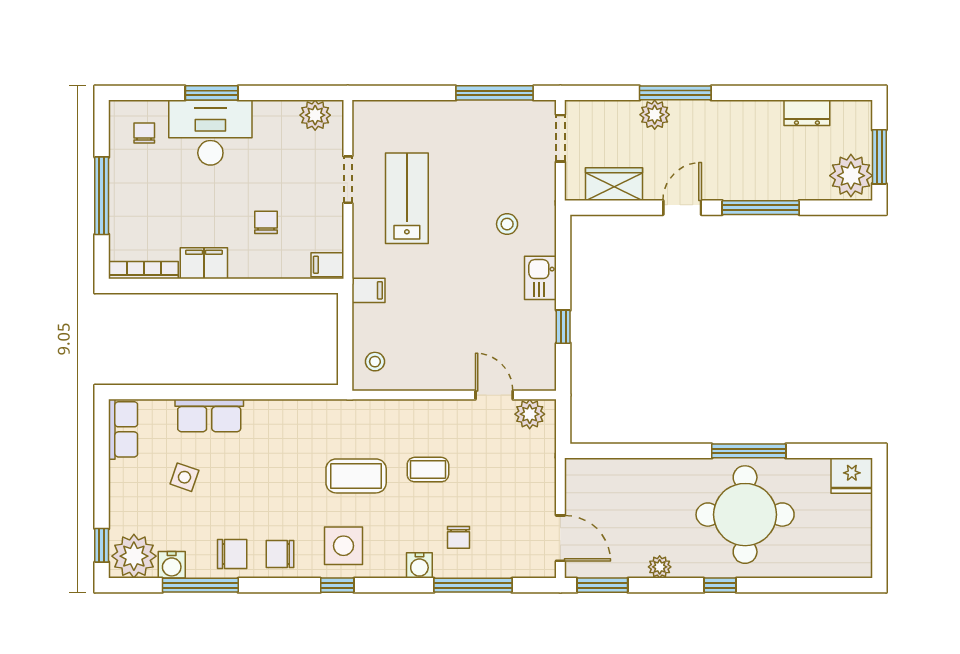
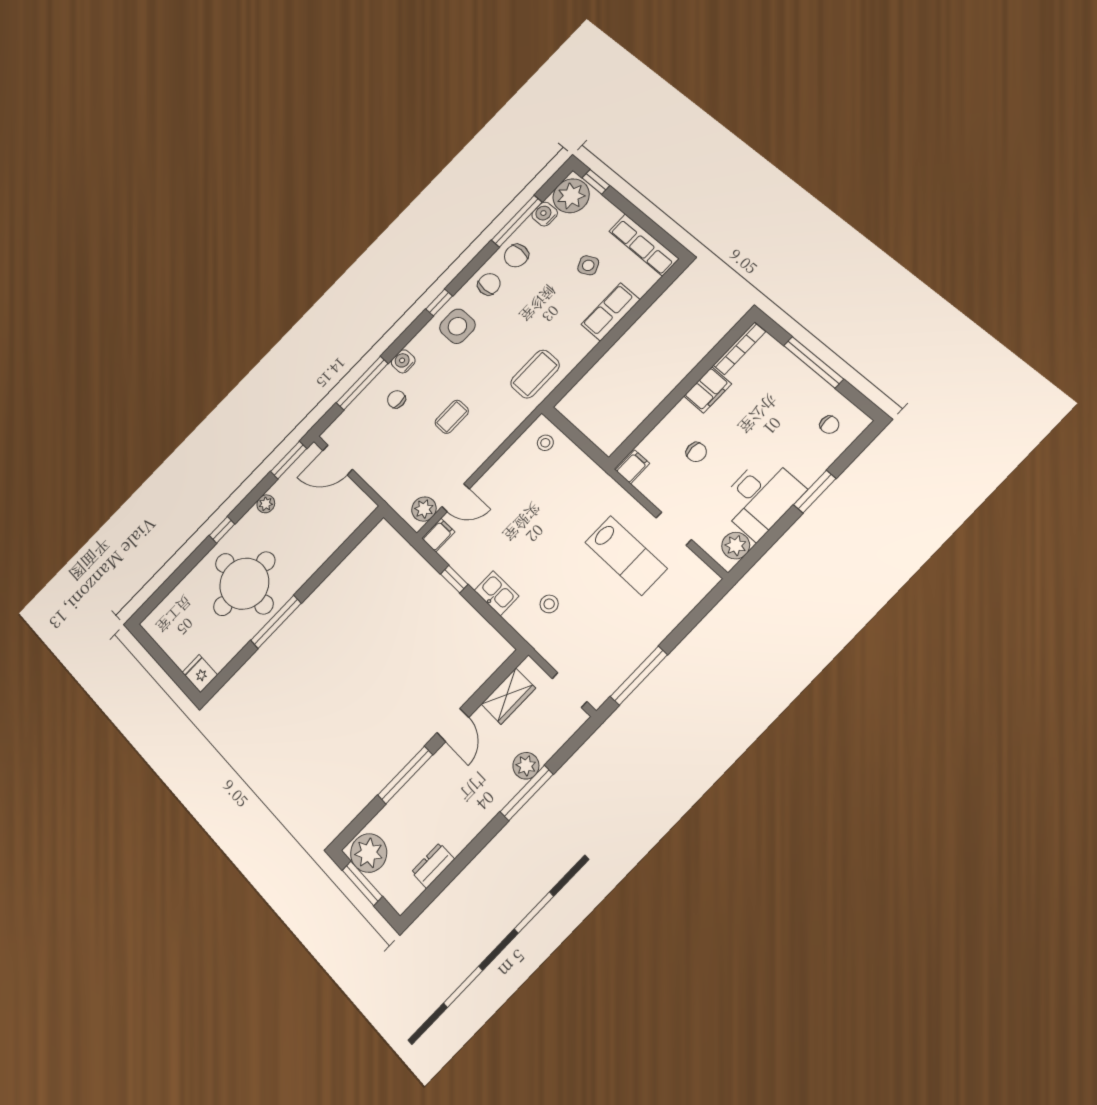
desk: (210, 133) -> (761, 497), moved
filing cabinet: (368, 290) -> (438, 535), moved, turned 180
row of seats: (123, 429) -> (644, 245), width x1.48
coffee table: (356, 476) -> (535, 374), moved
fridge: (852, 476) -> (200, 674), width x0.72
side table: (184, 477) -> (588, 265), turned 45

